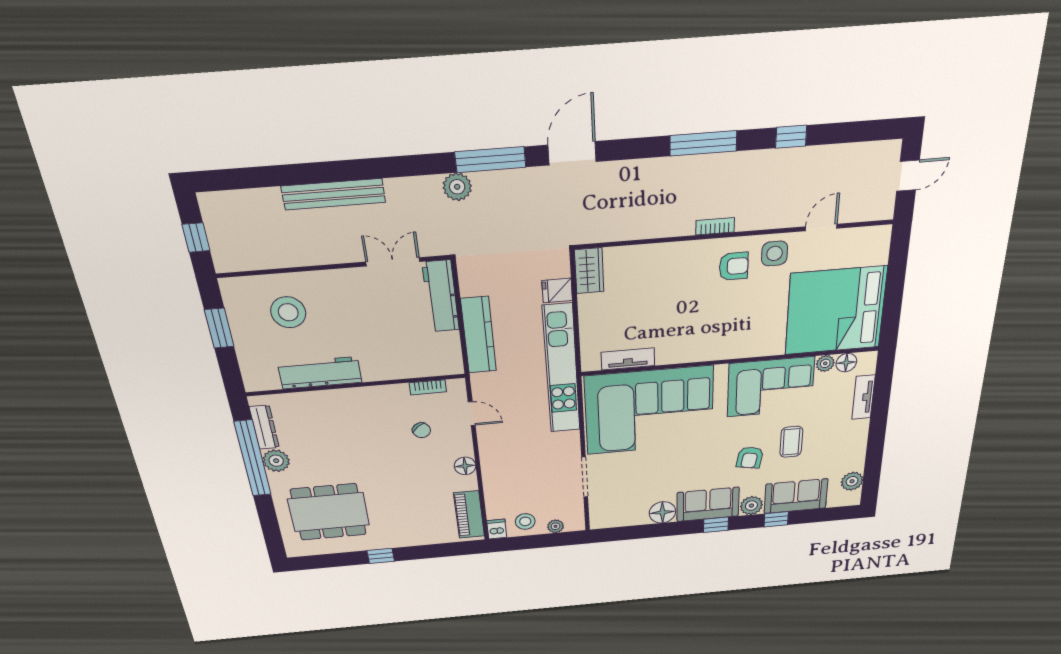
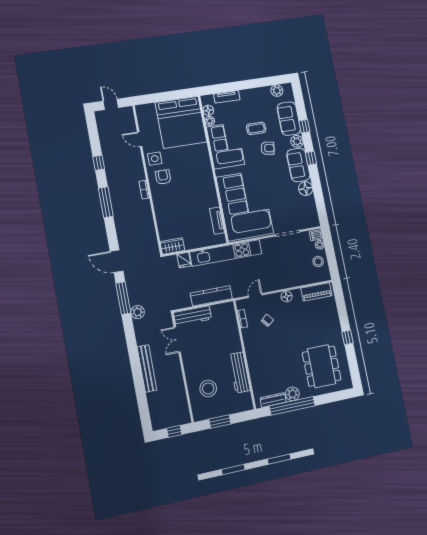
dishwasher: (497, 529) -> (316, 235), moved

